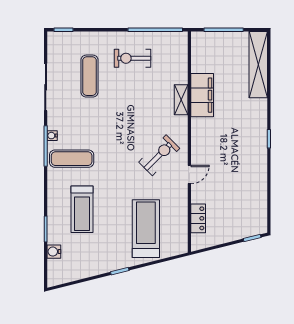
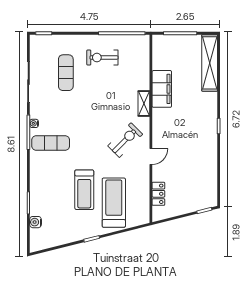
shelving: (181, 100) -> (144, 103), moved
treadmill: (82, 209) -> (84, 190), moved

